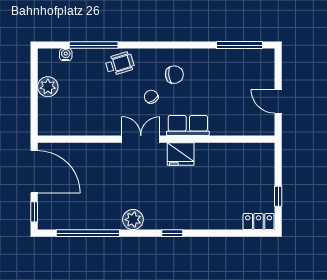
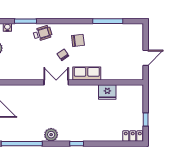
window: (94, 45) -> (25, 21), width x0.69
window: (240, 45) -> (108, 21), moved
door: (278, 101) -> (146, 58), swing flipped
fridge: (181, 154) -> (107, 92), moved

